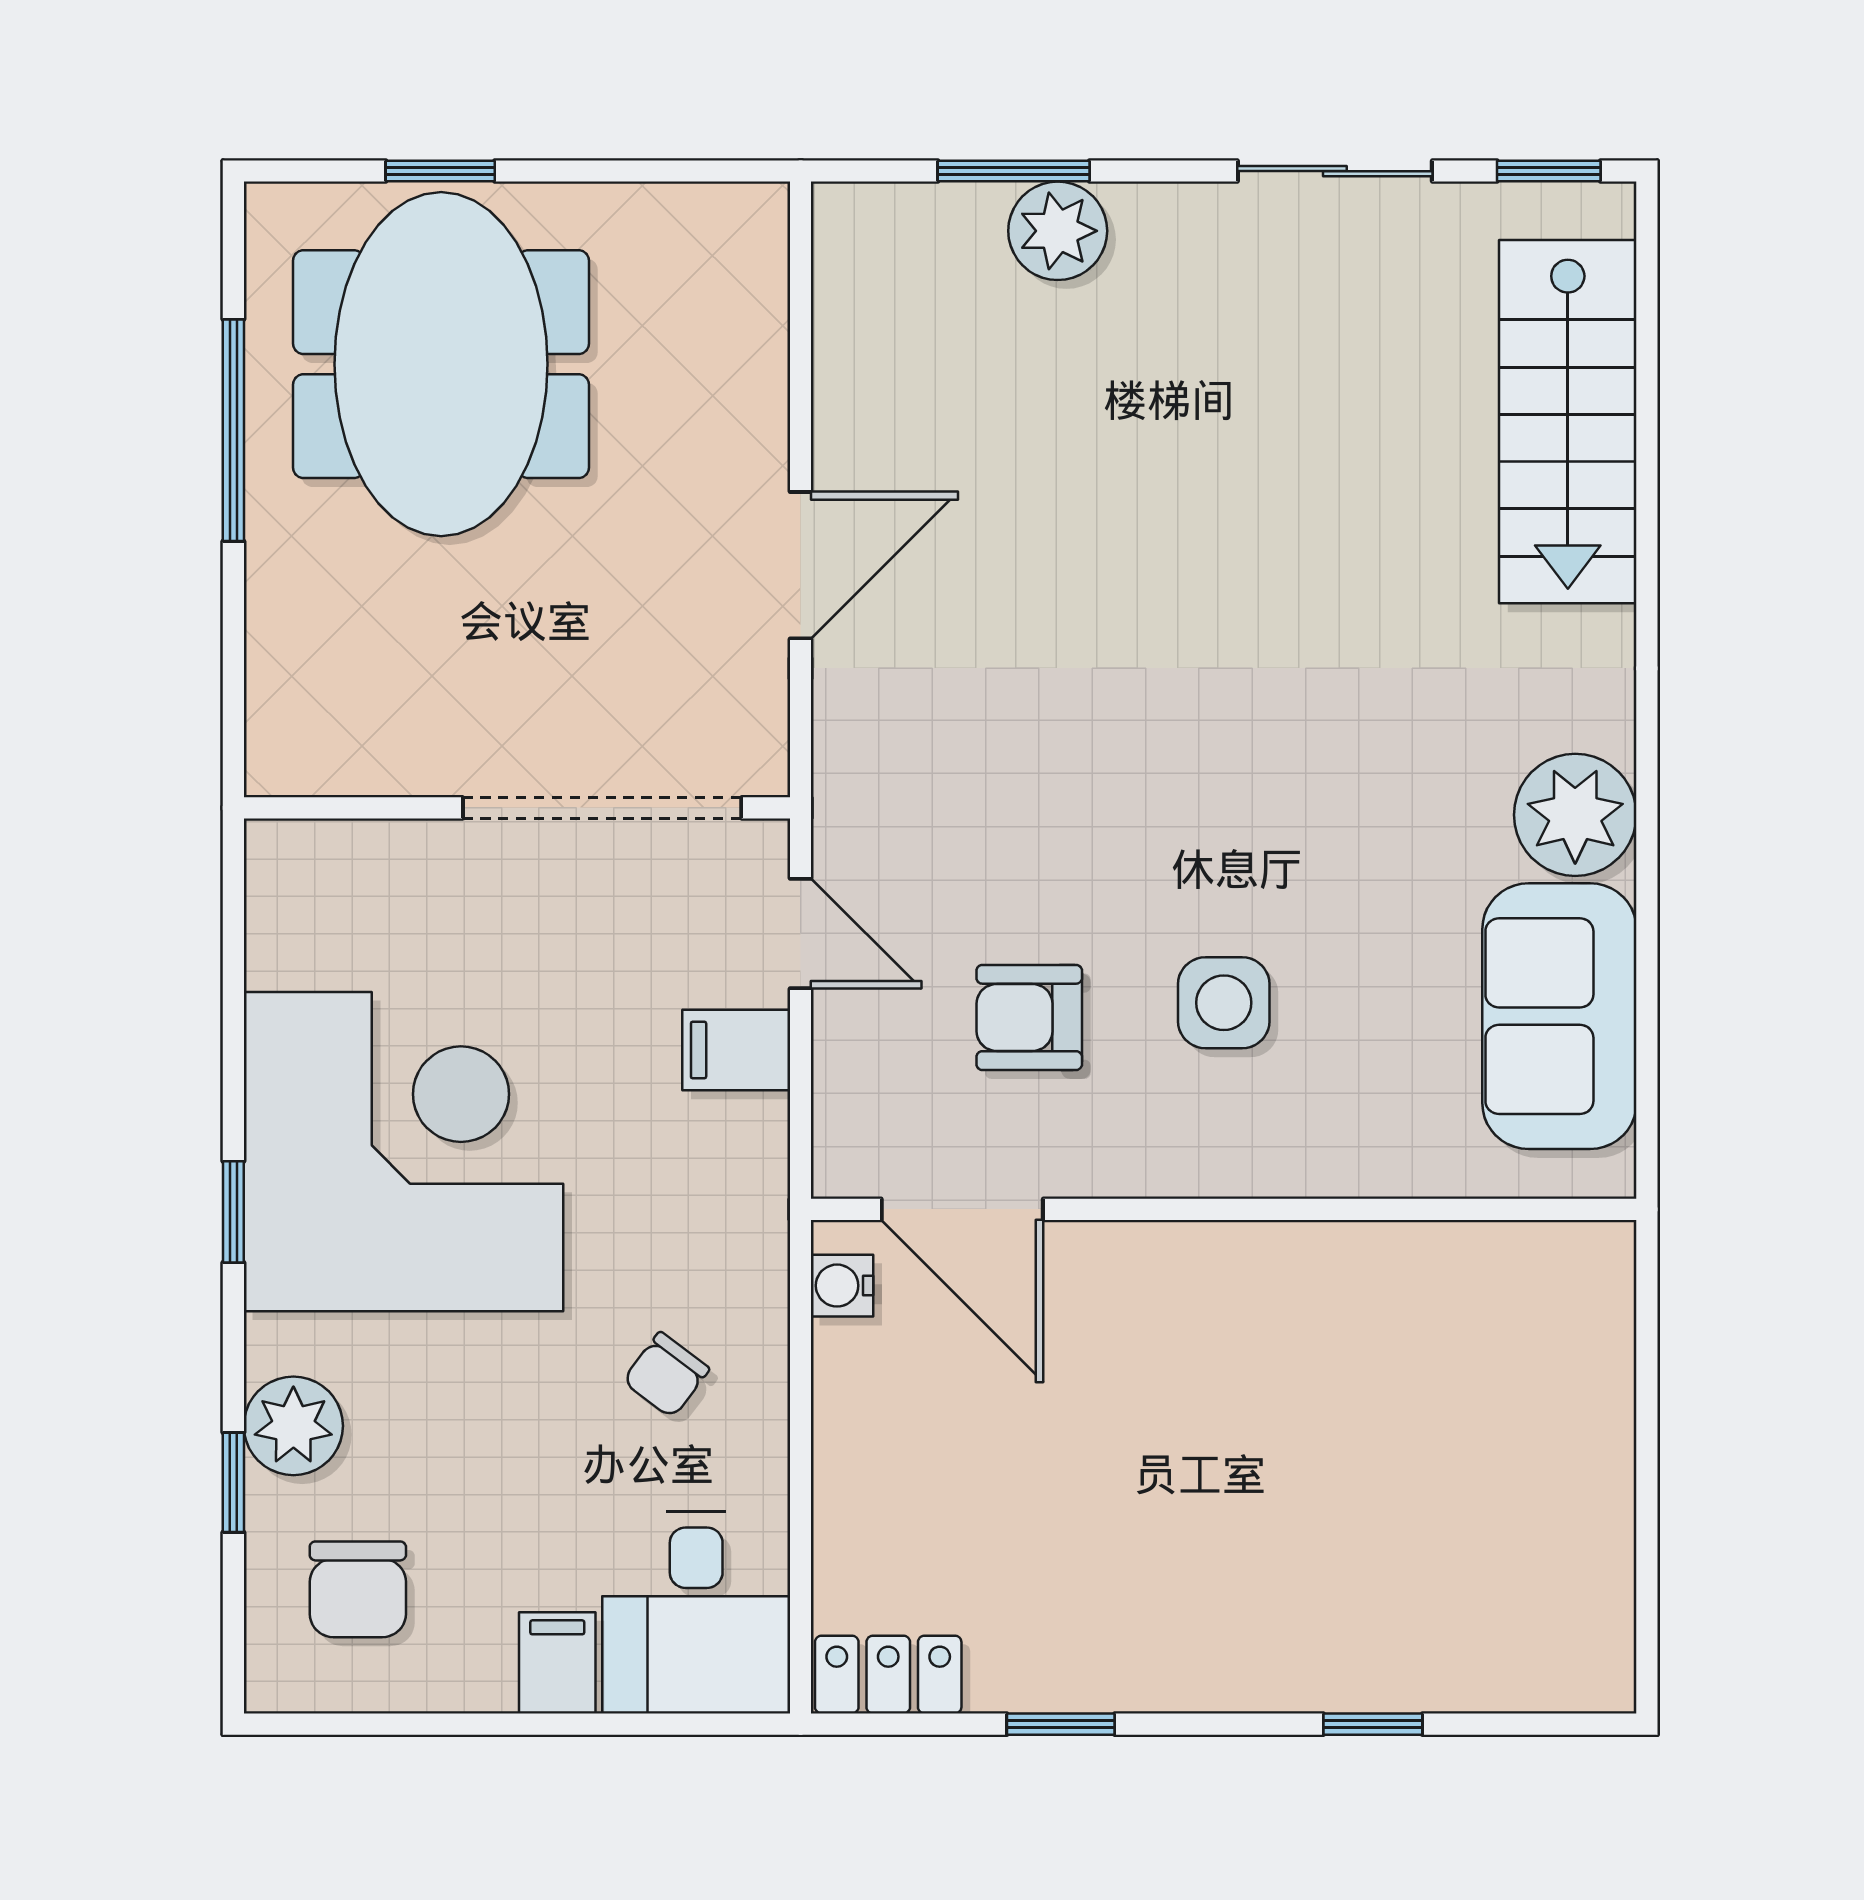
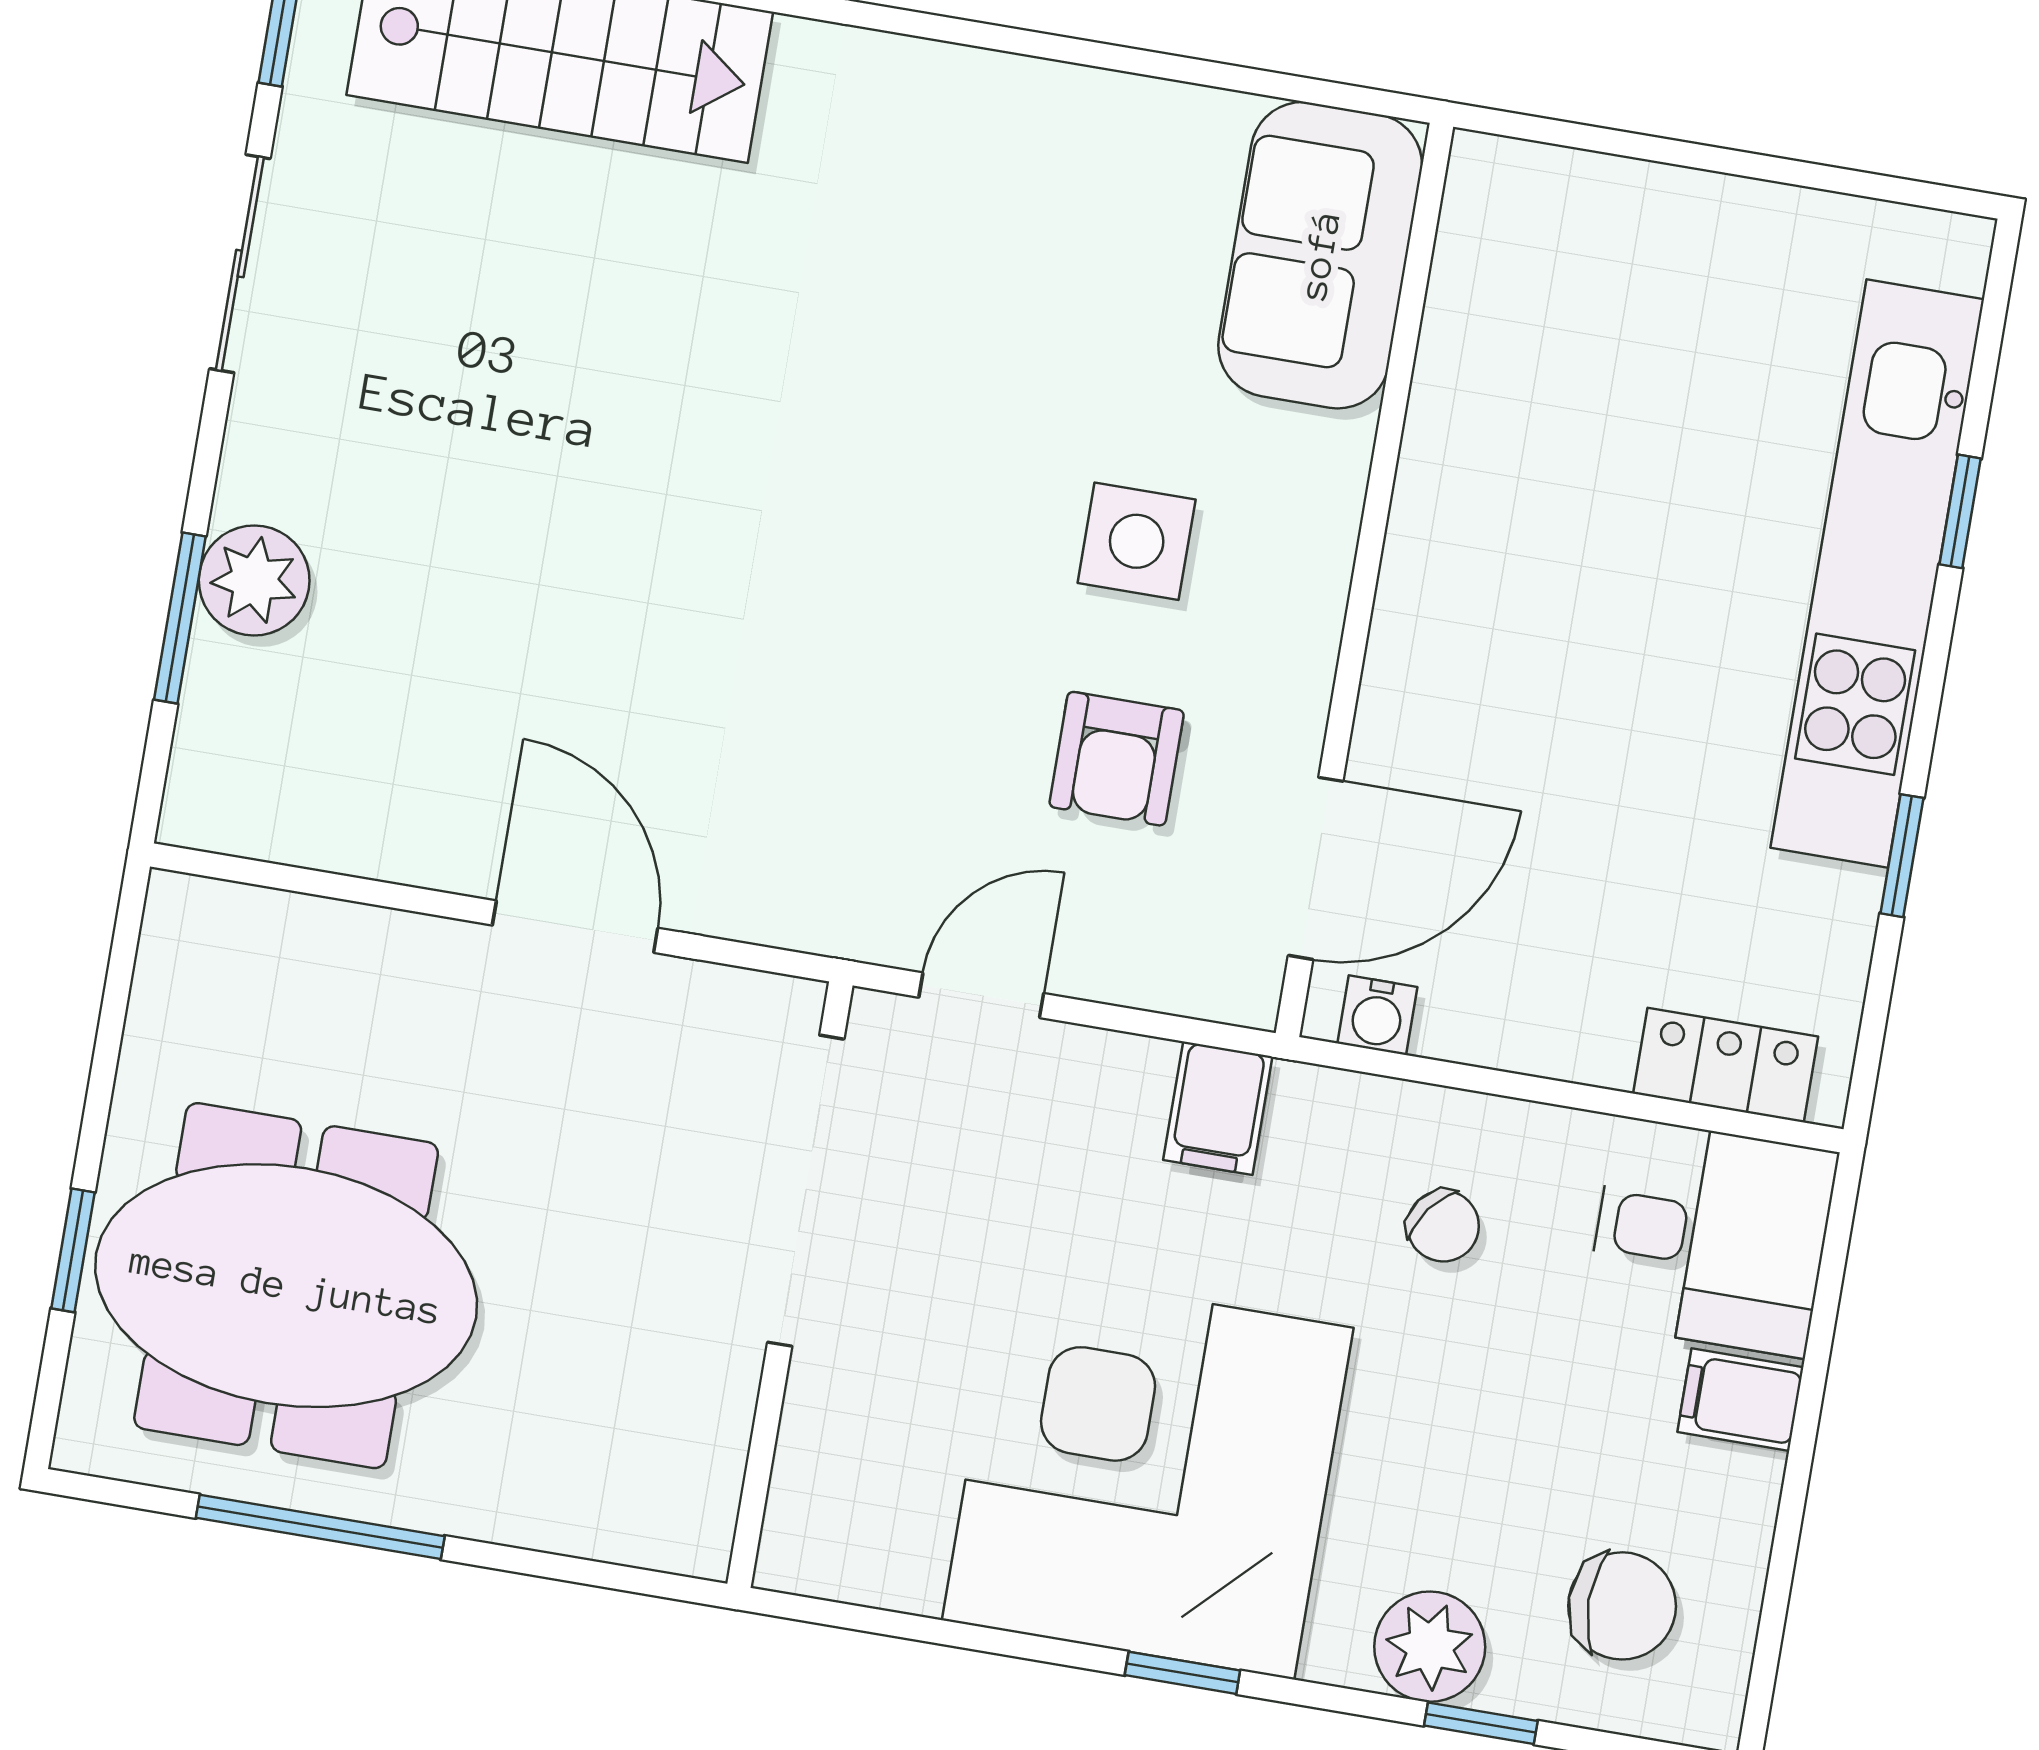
plant: (1575, 815) -> (995, 119), removed
sofa: (1559, 1016) -> (1320, 255), moved, turned 90
filing cabinet: (736, 1050) -> (1218, 1108), moved
kitchen unit: (1306, 1660) -> (1877, 573), added
locker: (888, 1675) -> (1726, 1065), moved, turned 90

